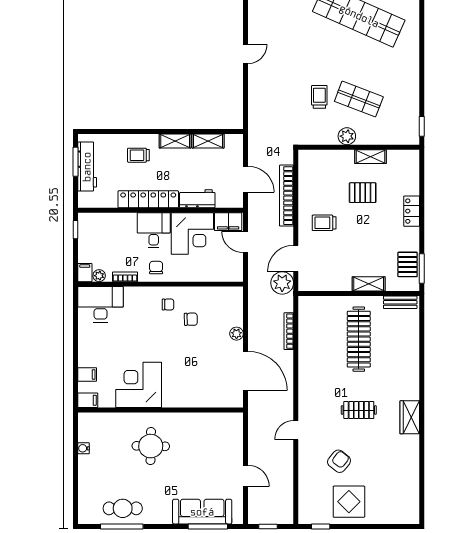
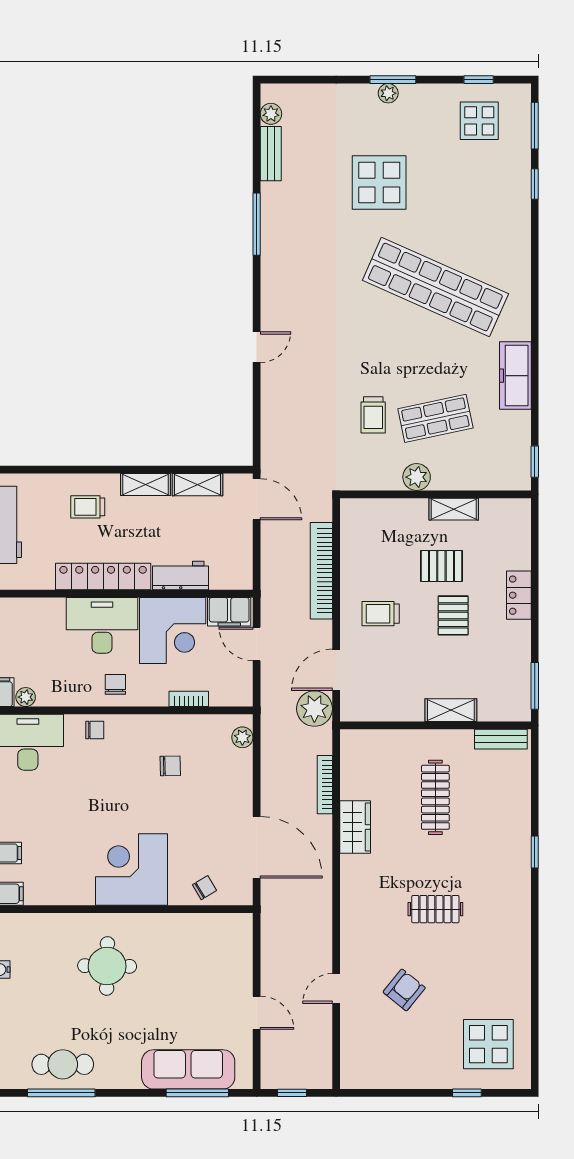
freezer: (409, 72) -> (515, 376), added
trolley: (319, 97) -> (373, 415), turned 180
shop shelf: (359, 99) -> (435, 418), turned -33
door: (245, 179) -> (257, 499), moved
desk: (154, 230) -> (102, 625), width x1.37
pallet: (408, 264) -> (453, 615), moved
bookcase: (125, 277) -> (189, 699), moved
chair: (168, 304) -> (95, 730), moved
plant: (236, 334) -> (242, 737), moved
clothes rail: (359, 339) -> (435, 797), width x0.73, depth x0.76
window: (422, 374) -> (535, 852), added
corner desk: (139, 385) -> (131, 869), moved
chair: (213, 396) -> (205, 888), added
wardrobe: (410, 417) -> (355, 827), moved, turned 180
door: (296, 430) -> (336, 989), moved
display table: (349, 502) -> (488, 1044), moved
window: (321, 526) -> (467, 1093), moved

